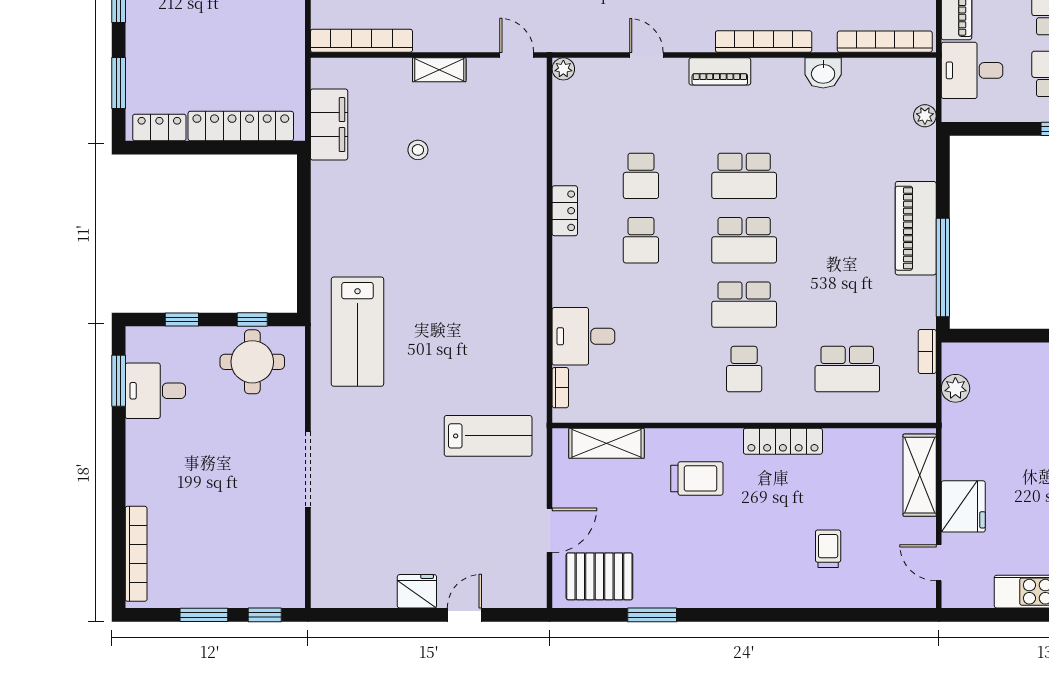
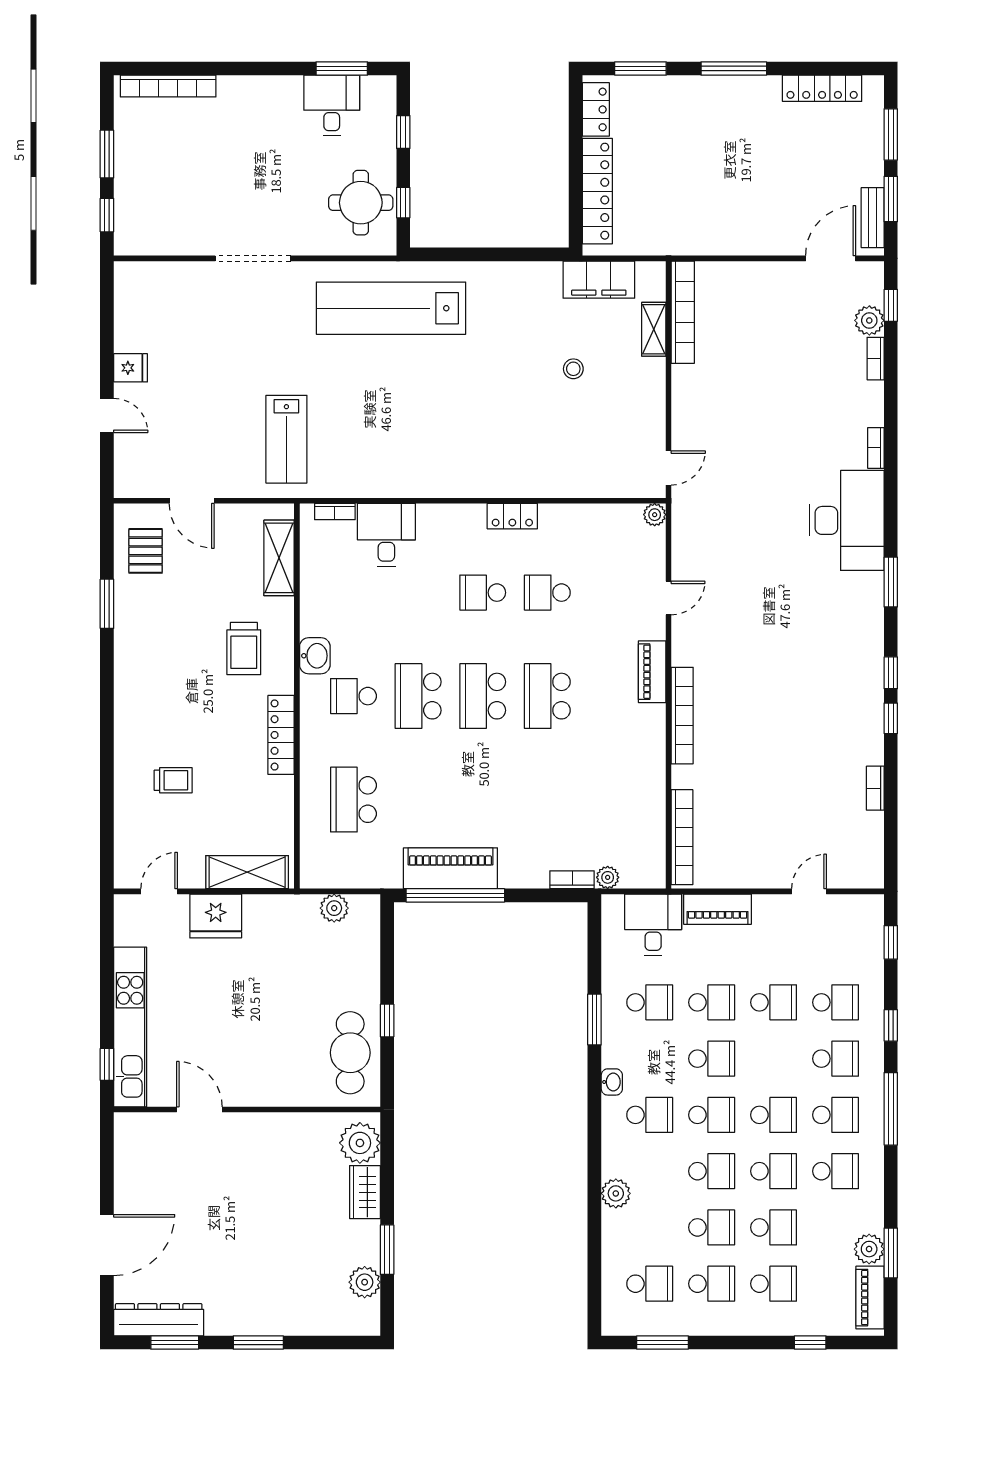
shelving: (439, 70) -> (654, 329), moved
washbasin: (823, 73) -> (315, 656), moved, turned 180
piano: (916, 228) -> (450, 868), moved
lab bench: (357, 332) -> (391, 308), width x1.36
bookcase: (927, 351) -> (572, 880), moved
pallet: (599, 576) -> (146, 551), width x0.67, depth x0.71
fridge: (417, 591) -> (131, 368), width x0.72

